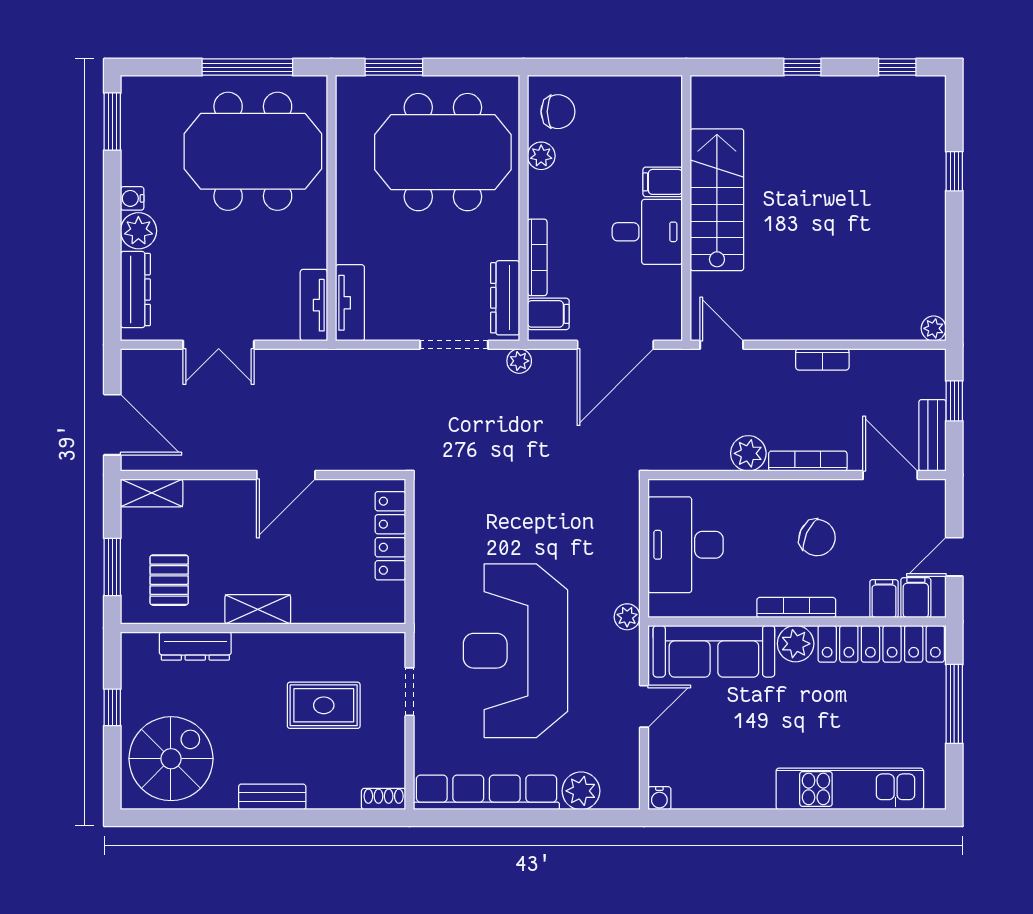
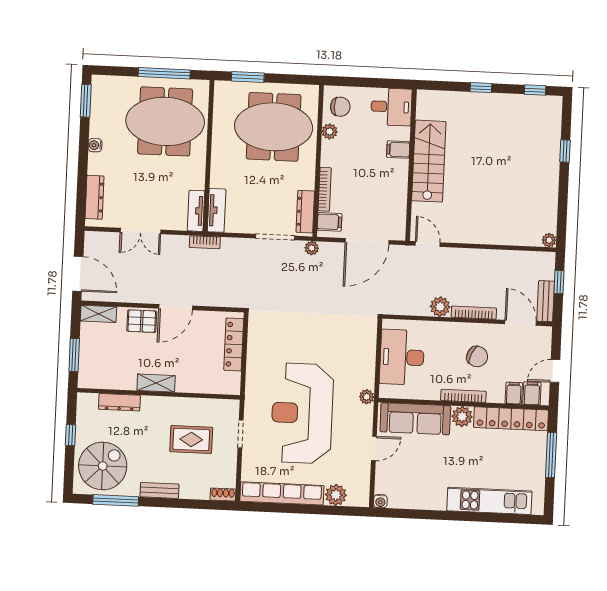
plant: (138, 231) -> (98, 164), removed
desk: (647, 232) -> (391, 107), moved
bookcase: (822, 359) -> (205, 242), moved
pallet: (169, 580) -> (142, 321), moved, turned 90
window: (197, 818) -> (116, 500), added

